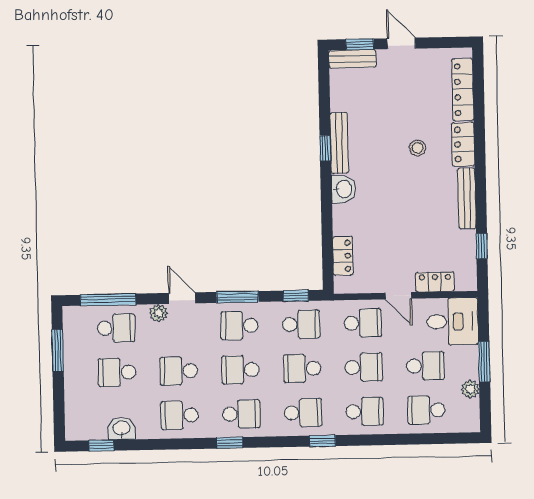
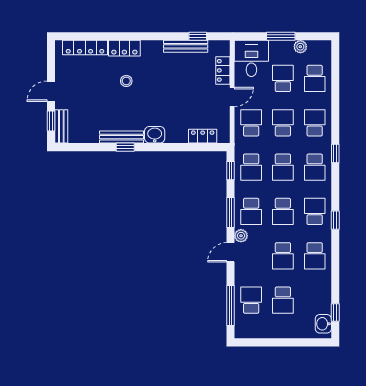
bench: (467, 198) -> (186, 46), moved
plant: (159, 313) -> (241, 236), moved
school desk: (301, 324) -> (251, 167), turned 180
window: (58, 350) -> (266, 342), removed
school desk: (303, 413) -> (315, 167), turned 180
washbasin: (121, 429) -> (323, 324), moved

